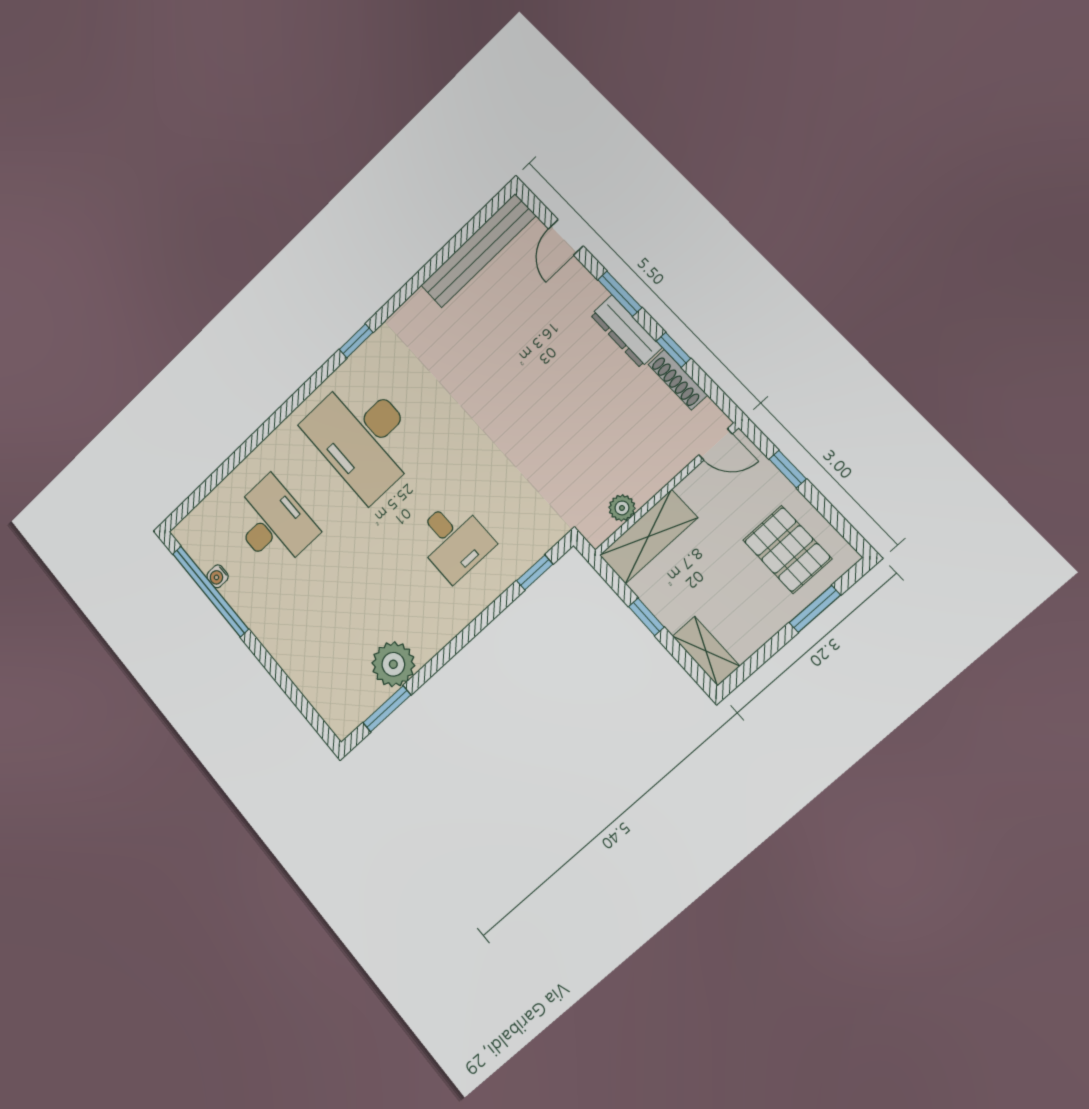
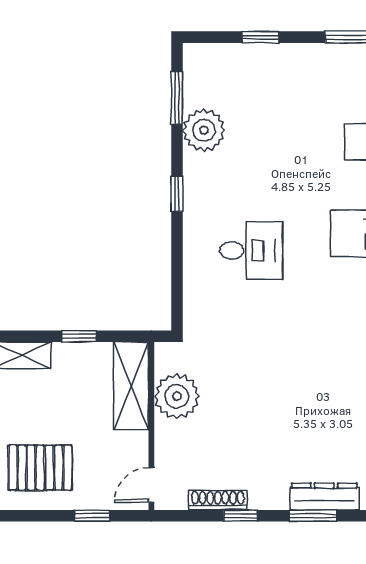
dresser: (626, 331) -> (324, 497), moved
plant: (622, 508) -> (177, 396), width x1.87, depth x1.87
desk: (454, 540) -> (251, 250), turned 180
window: (535, 572) -> (177, 194), moved
window: (286, 684) -> (260, 37), added

